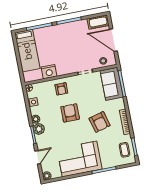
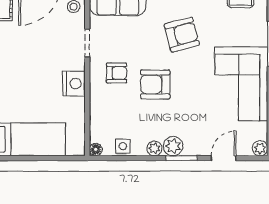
nightstand: (49, 72) -> (74, 84), moved
armchair: (61, 89) -> (117, 73), moved
door: (38, 157) -> (224, 158), hinge flipped

